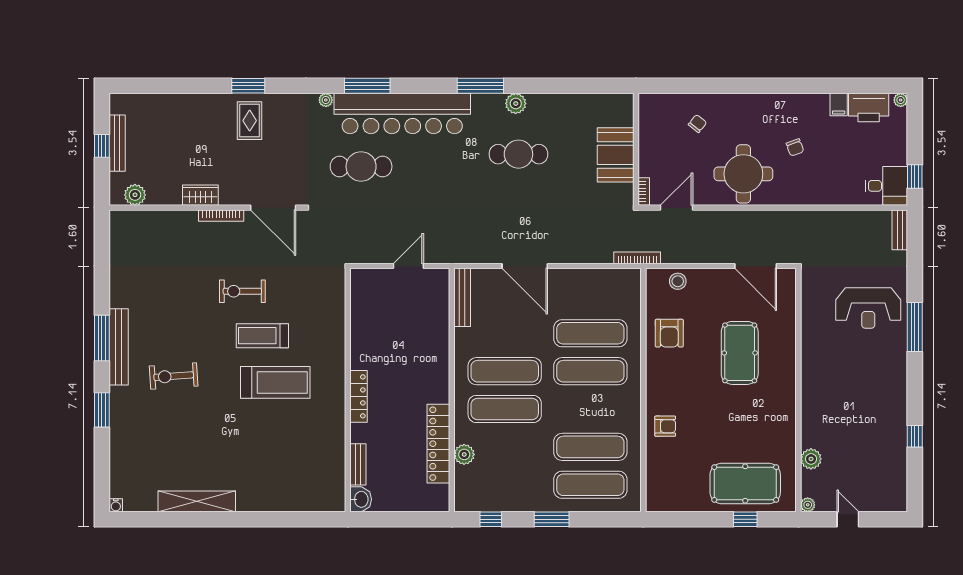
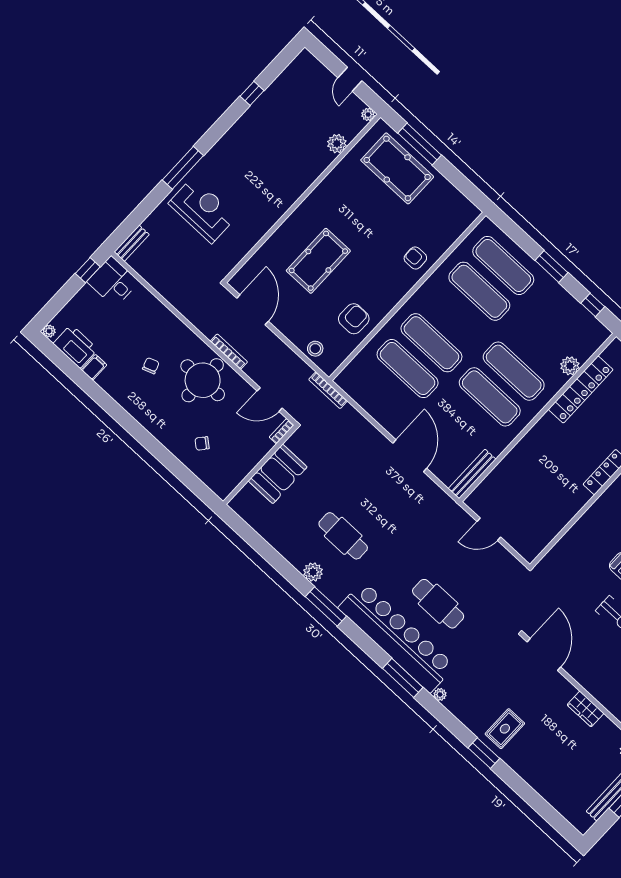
cafe table: (361, 167) -> (438, 604), moved
bookcase: (221, 216) -> (229, 352), moved
window: (745, 519) -> (420, 144), width x2.17

